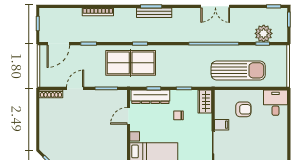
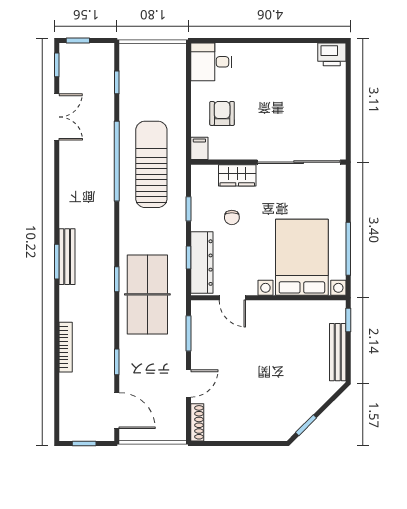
double door: (215, 6) -> (57, 117), moved
plant: (264, 33) -> (100, 81), removed
sun lounger: (238, 70) -> (151, 164), moved
door: (75, 88) -> (189, 383), swing flipped
wardrobe: (205, 102) -> (237, 175), moved
filing cabinet: (222, 125) -> (199, 148), moved

